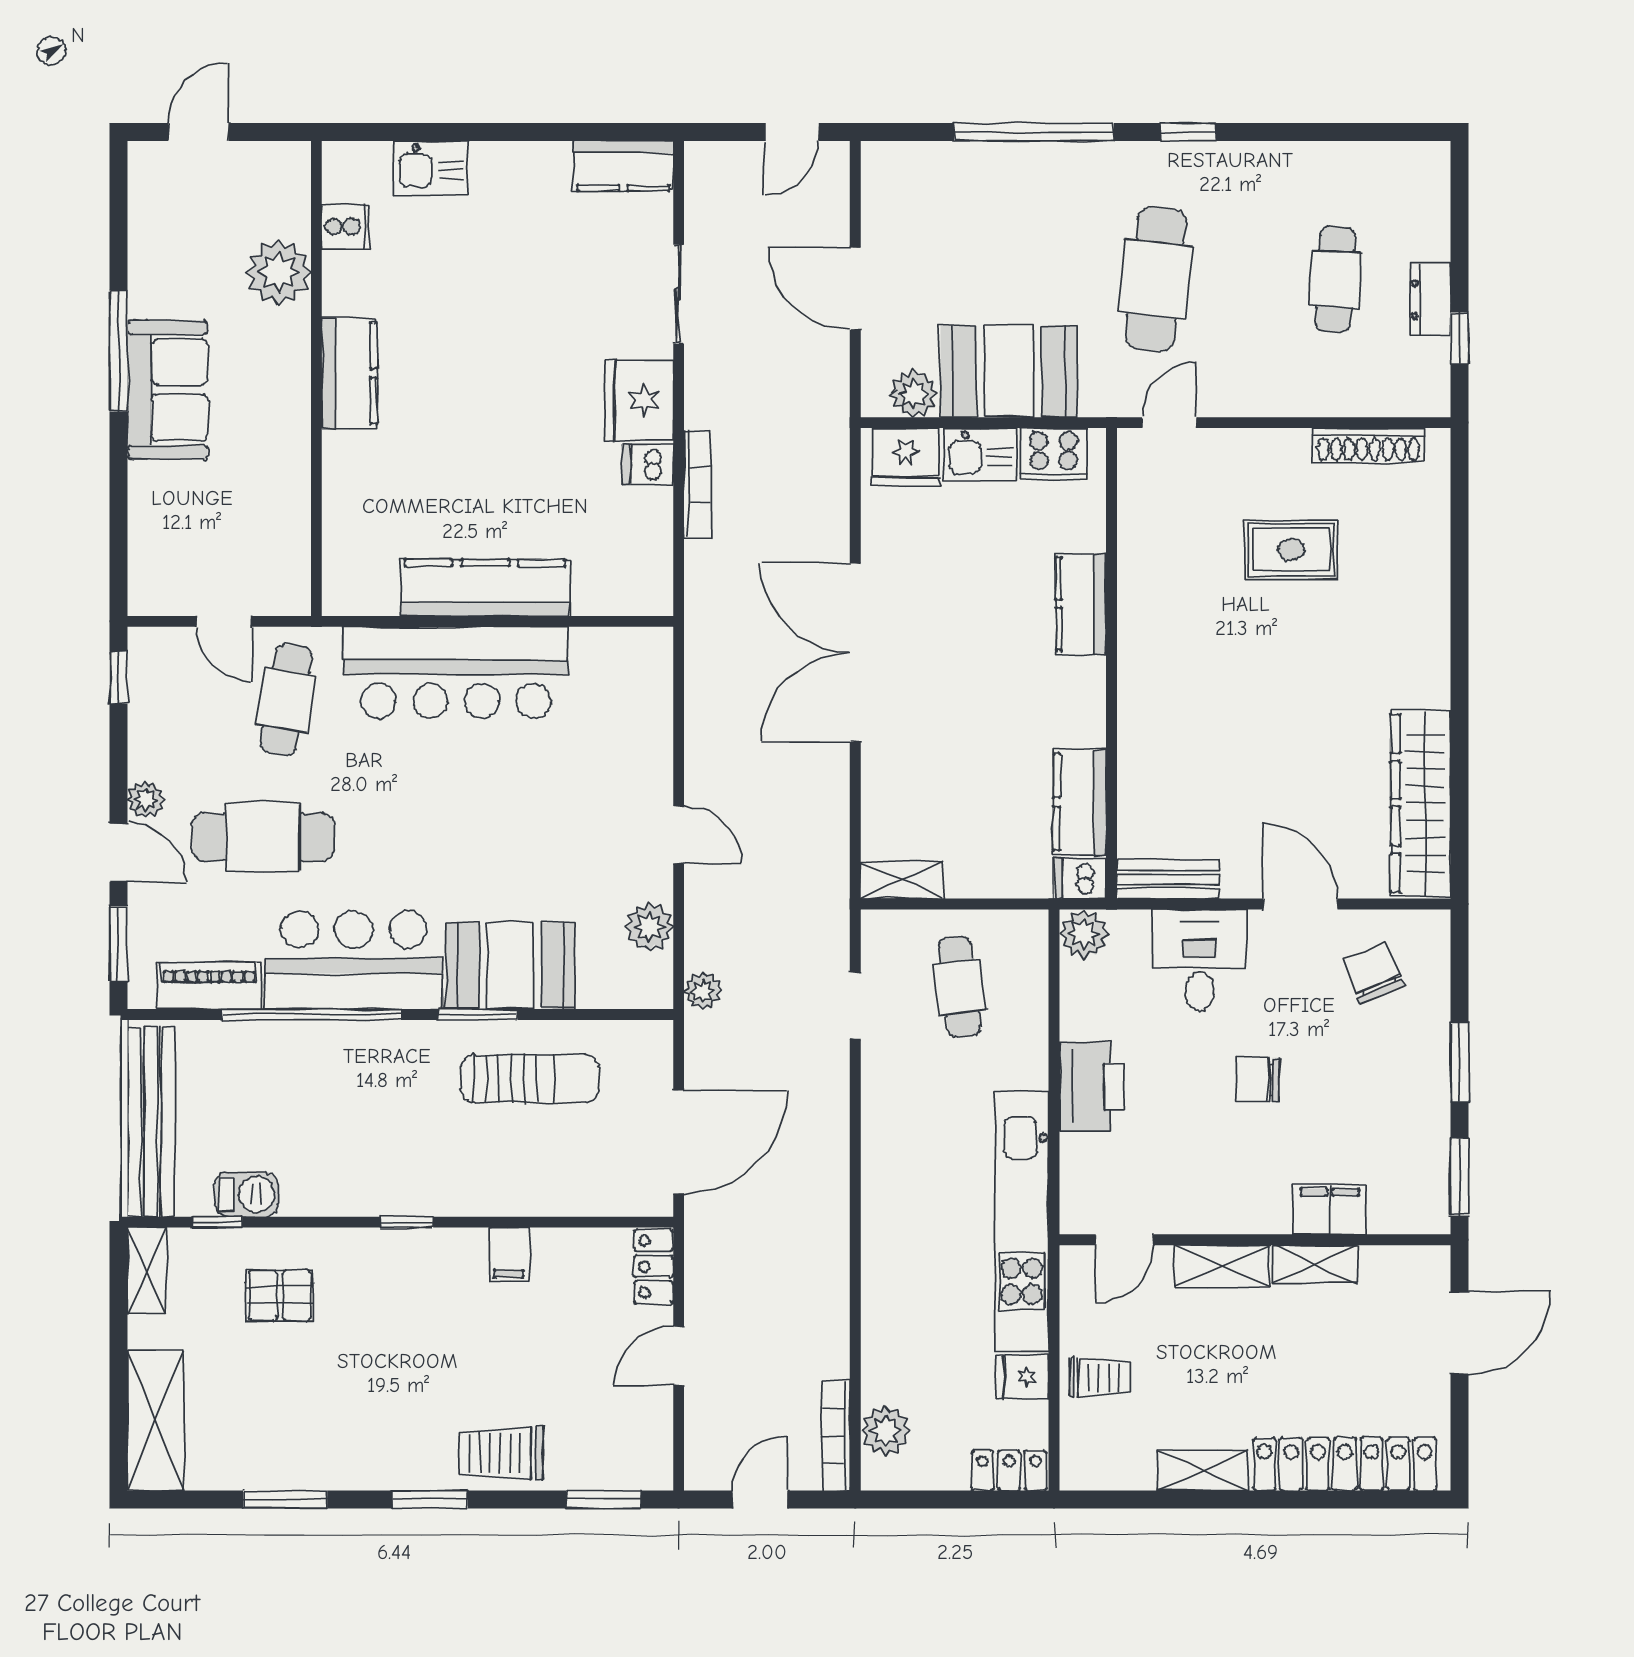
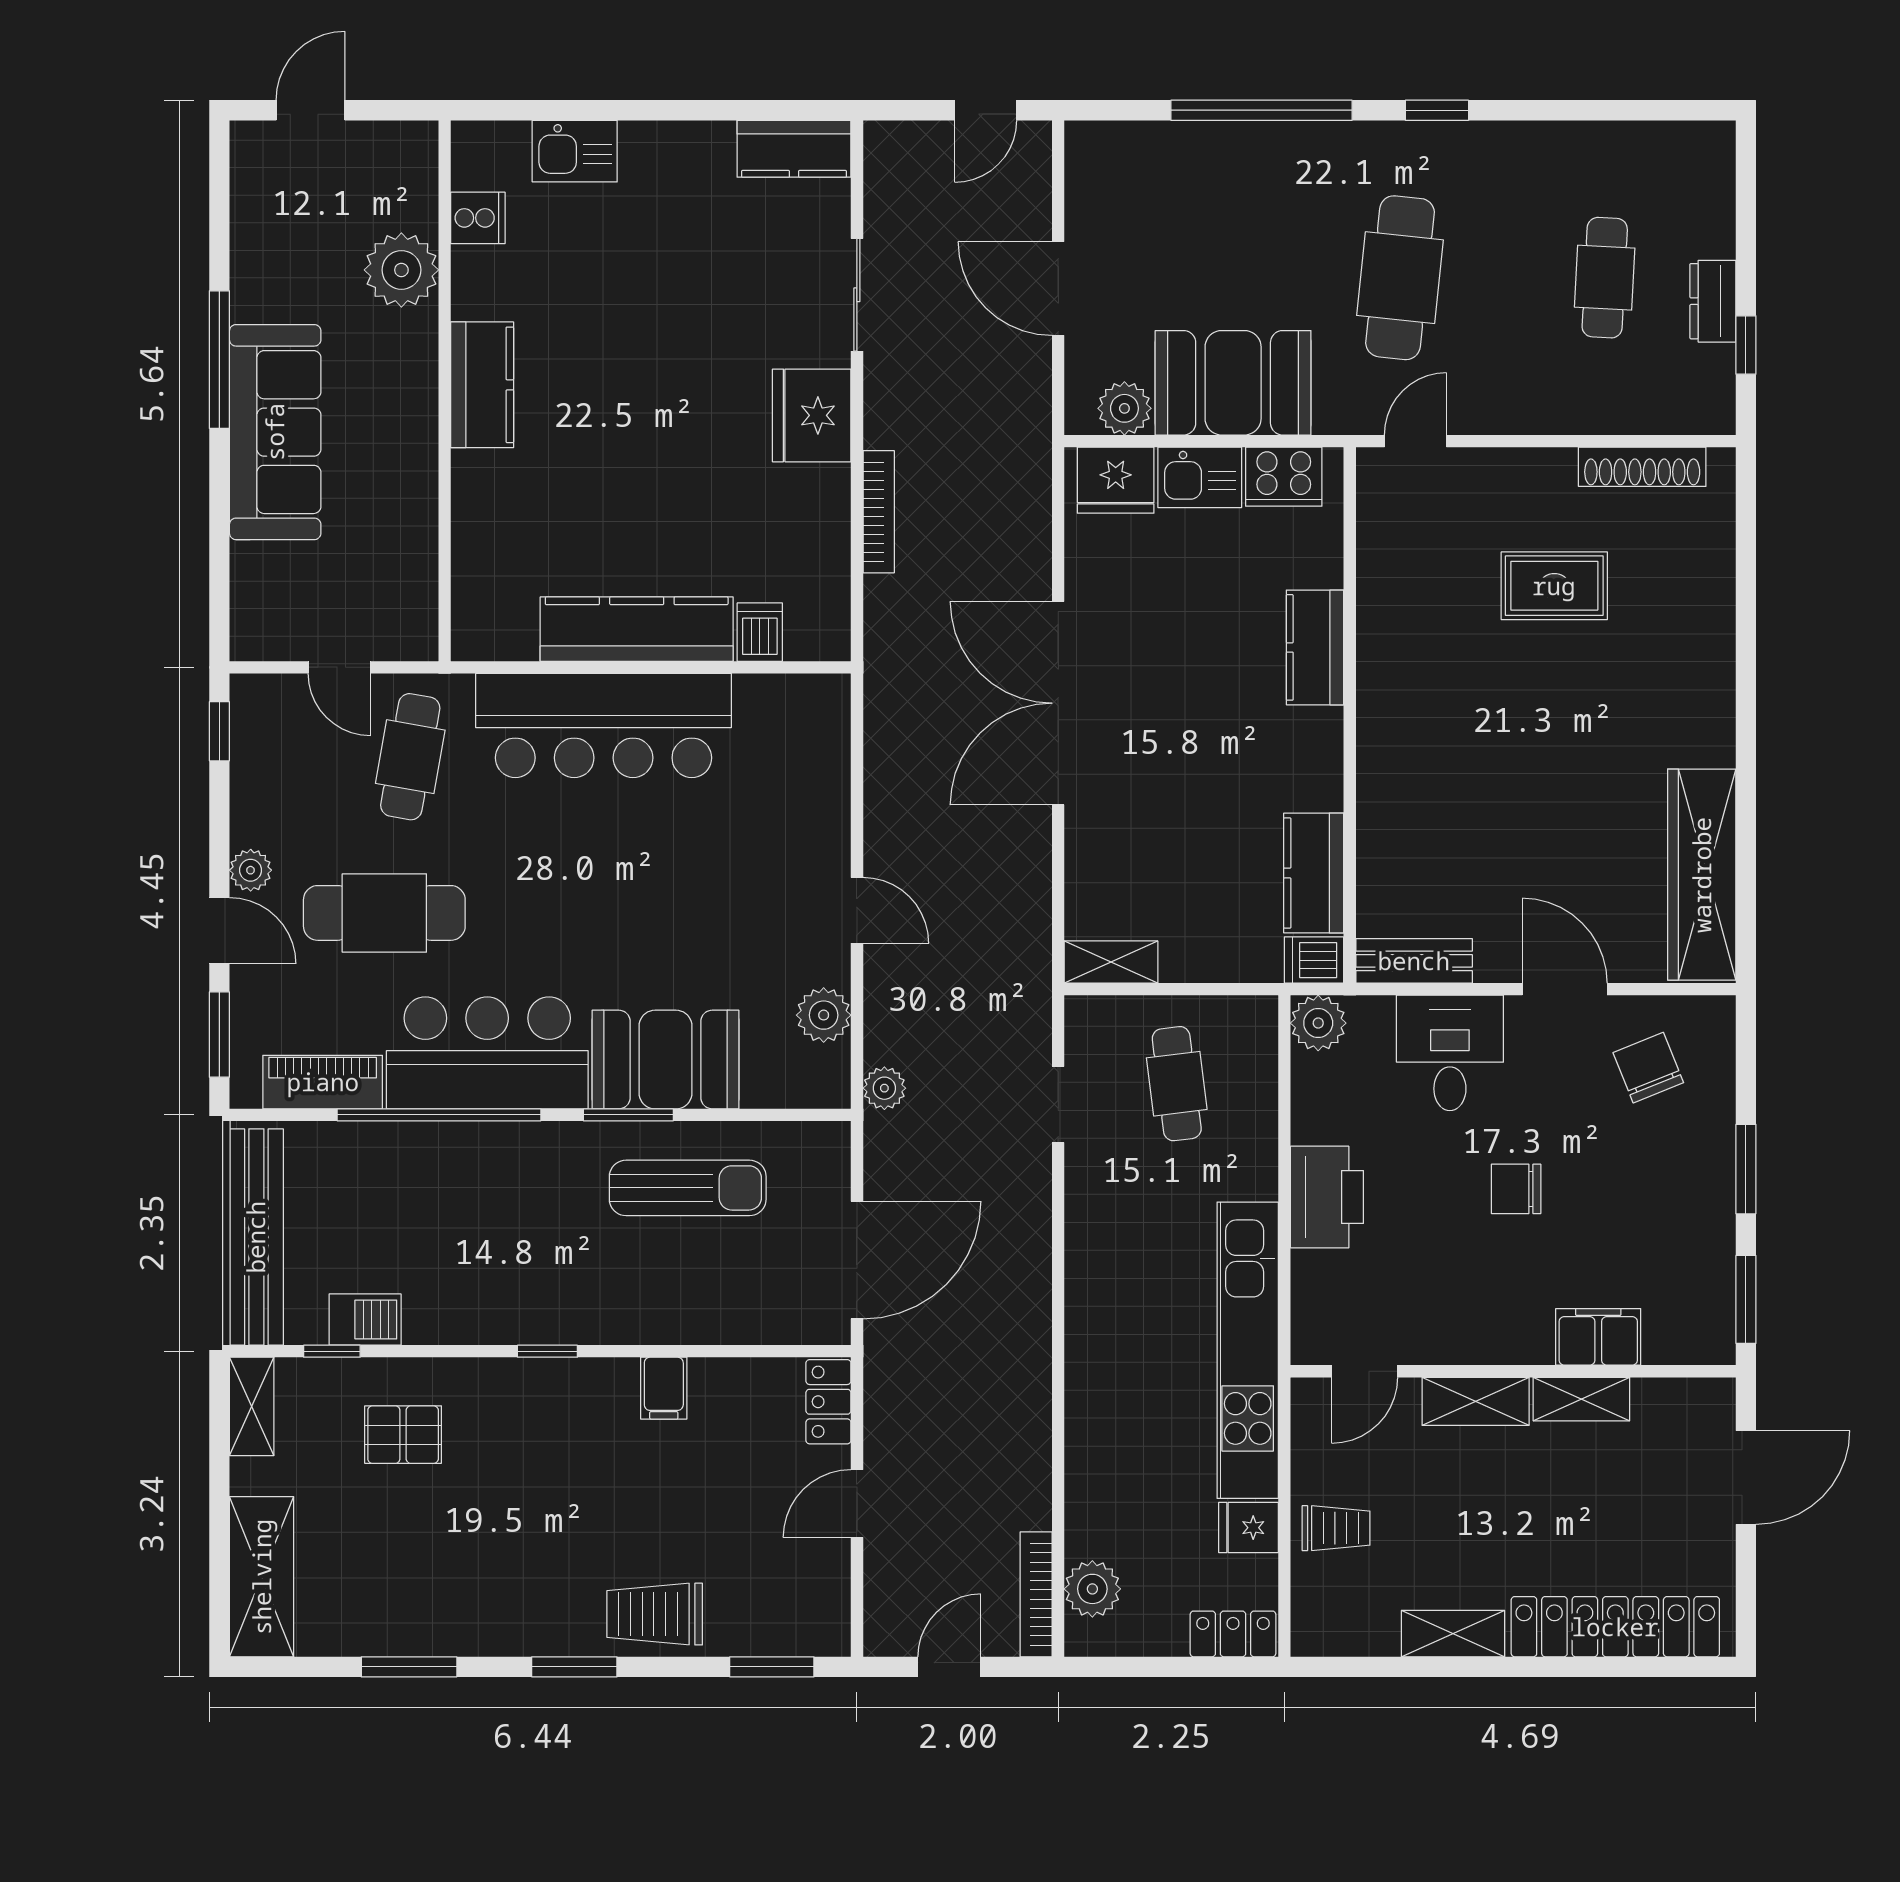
sofa: (167, 390) -> (275, 432), width x1.36
dishwasher: (648, 464) -> (760, 632), moved, turned 90

